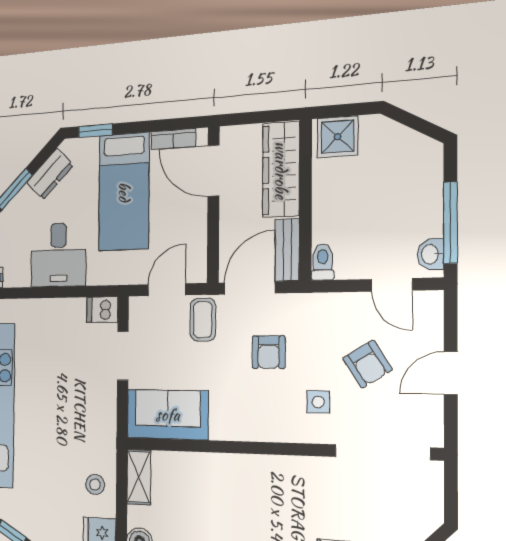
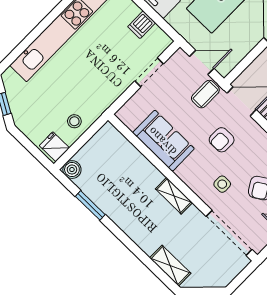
dishwasher: (102, 310) -> (142, 25), moved, turned -90
sofa: (168, 415) -> (163, 141), moved
shelving: (139, 477) -> (174, 196), moved, turned 90

